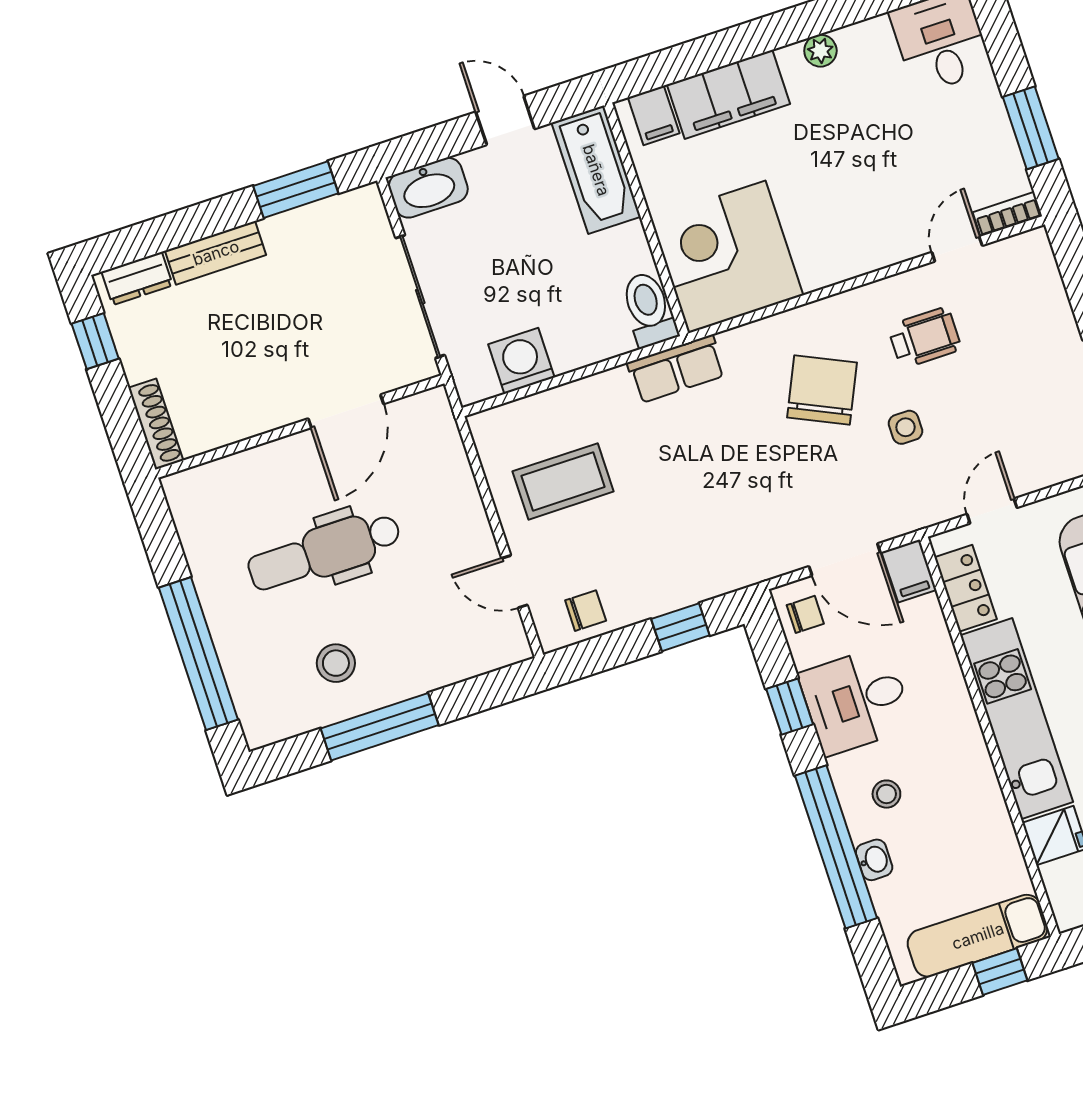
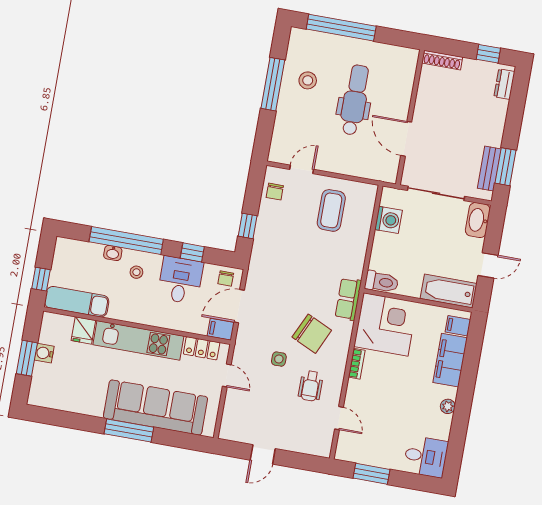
bookcase: (1007, 214) -> (357, 364), moved
bench: (216, 253) -> (489, 169), moved
row of seats: (676, 369) -> (348, 299), moved
exam couch: (978, 936) -> (77, 302), moved, turned -90

